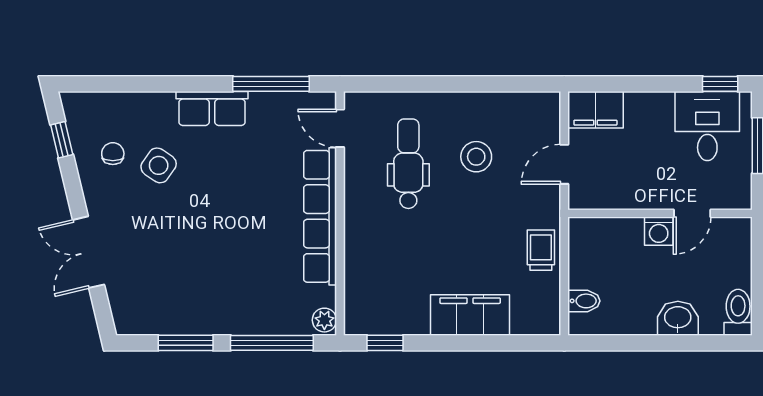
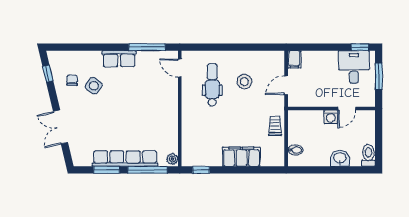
filing cabinet: (595, 110) -> (294, 59), width x0.50
row of seats: (320, 216) -> (125, 159), moved, turned 90

